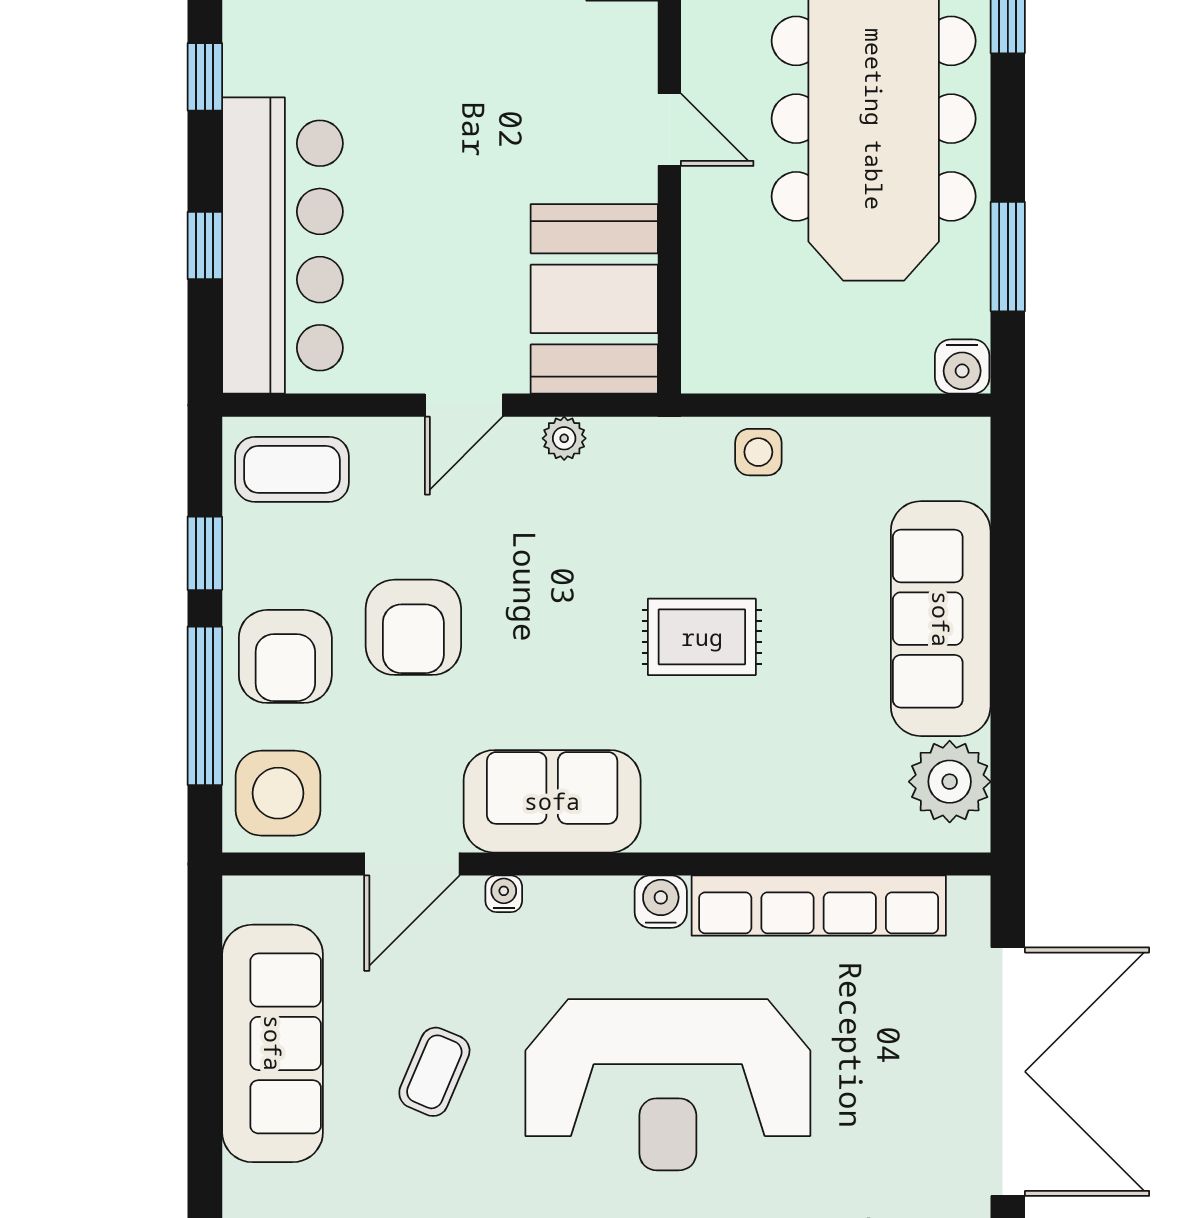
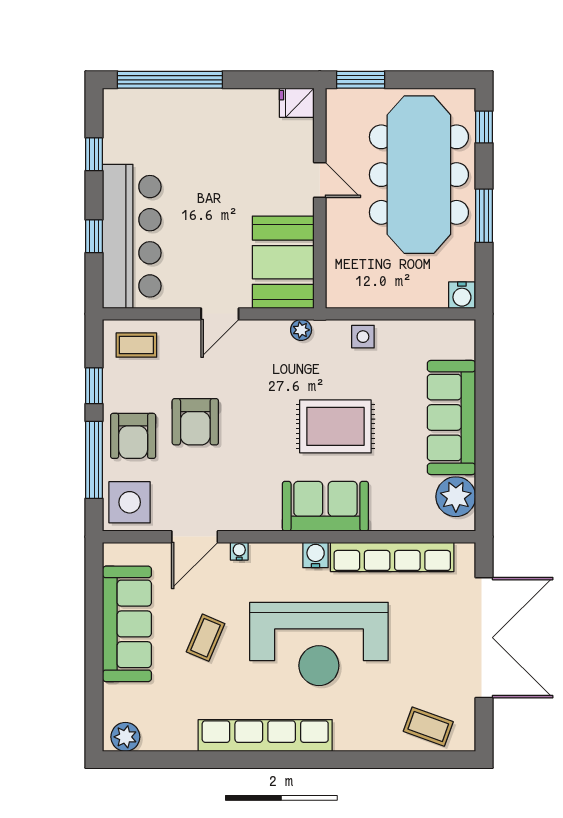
window: (1008, 257) -> (484, 216), moved
plant: (564, 438) -> (301, 330), moved
coffee table: (292, 469) -> (136, 345), width x0.73, depth x0.77
rug: (702, 637) -> (335, 426), width x1.36, depth x1.43
sofa: (552, 801) -> (325, 506), moved

